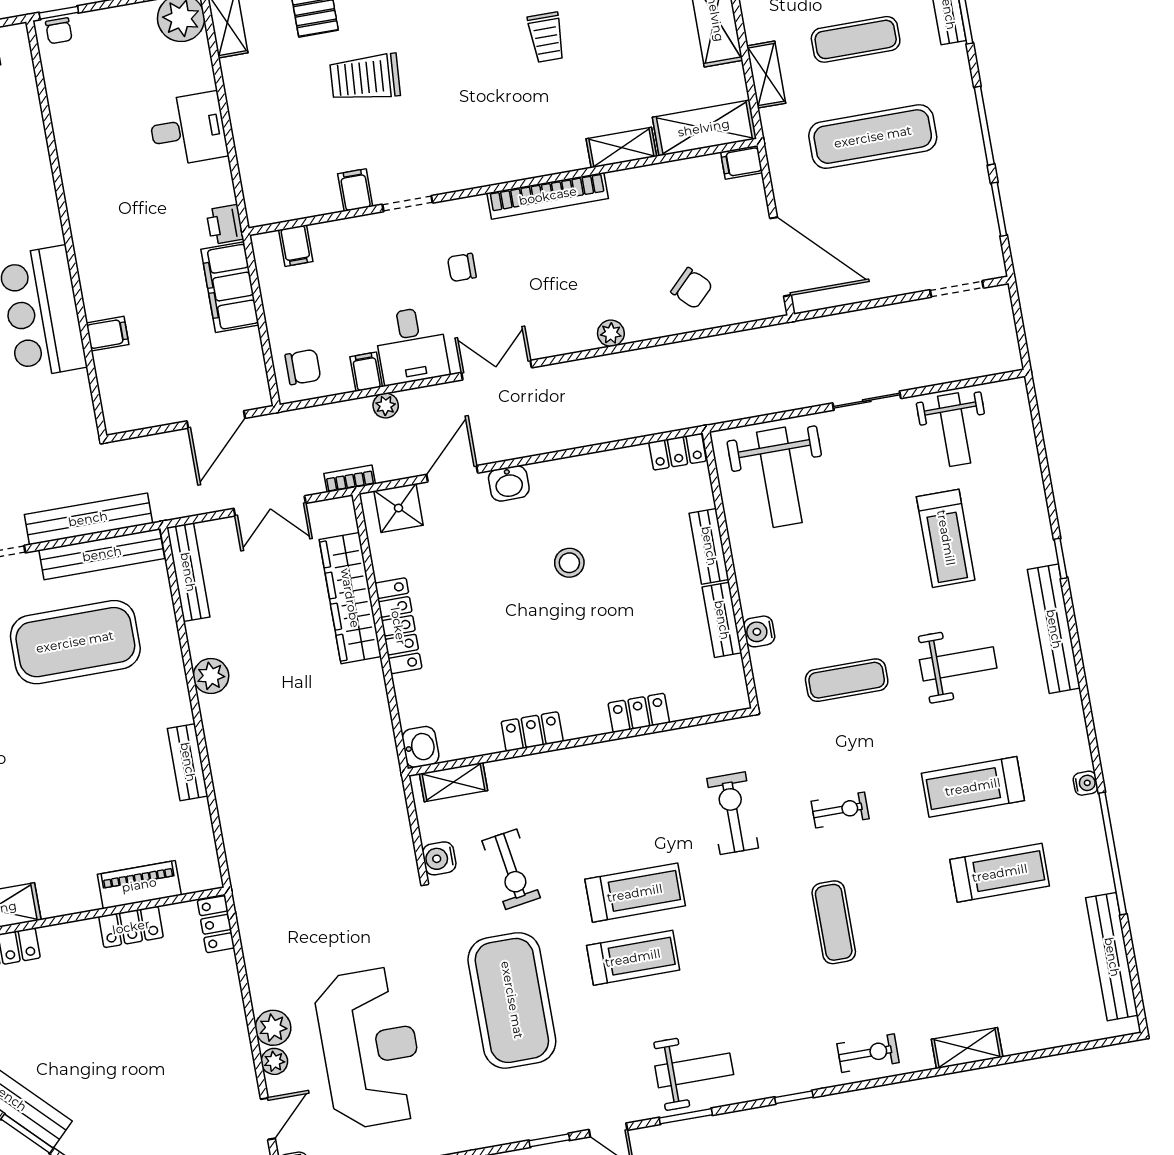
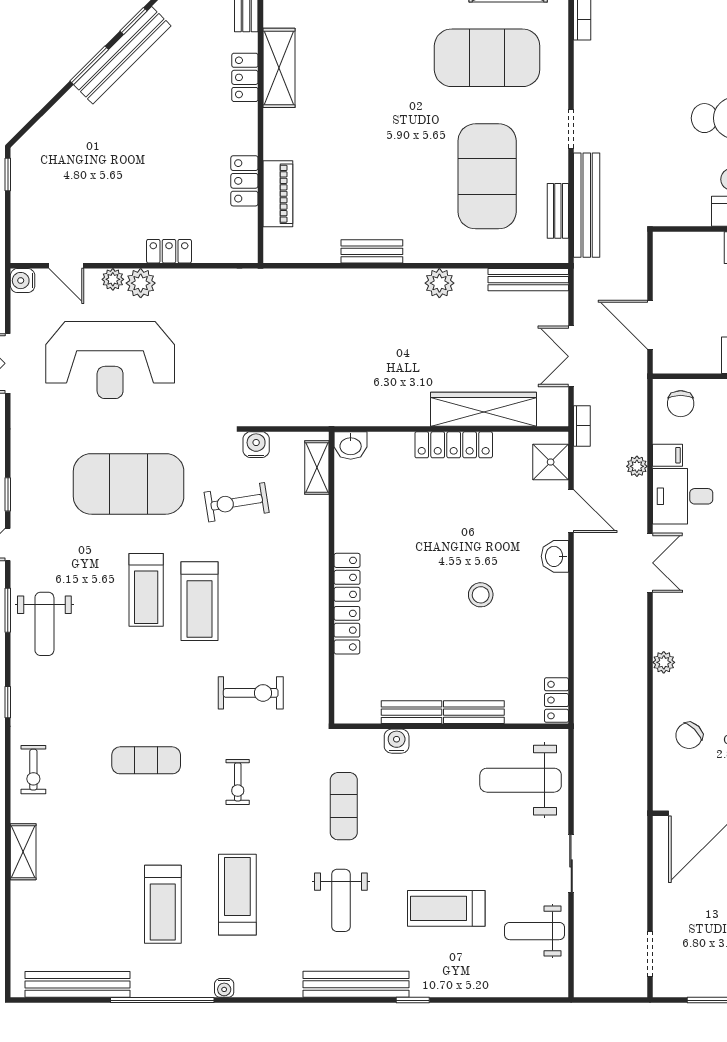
bench: (102, 554) -> (558, 211), width x0.54, depth x0.82
locker: (532, 732) -> (347, 577), moved
locker: (216, 924) -> (169, 251), moved

